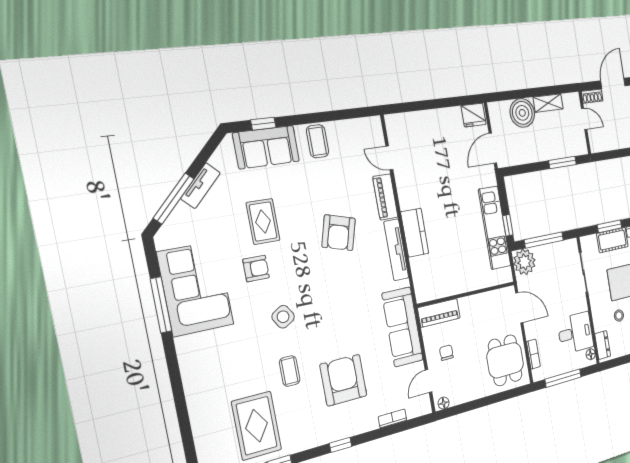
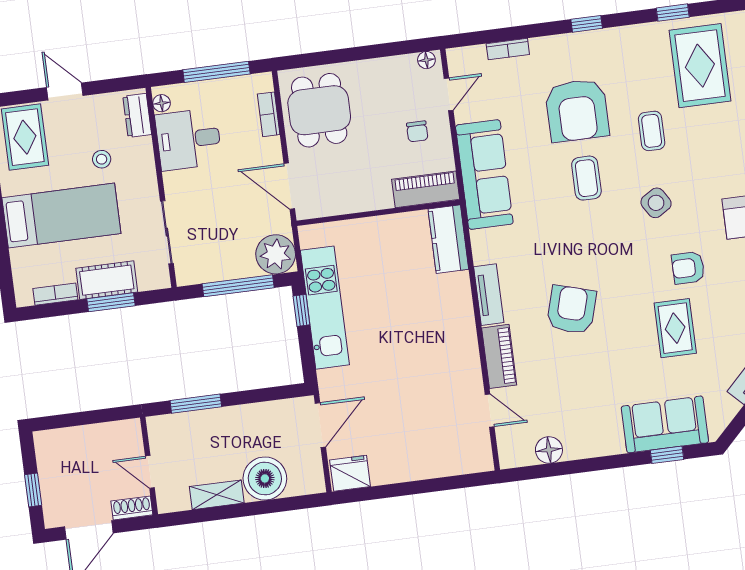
floor lamp: (348, 129) -> (549, 450), added
coffee table: (318, 141) -> (586, 178), moved
kitchen counter: (415, 233) -> (448, 239), moved
tv unit: (396, 250) -> (489, 295), width x0.71

